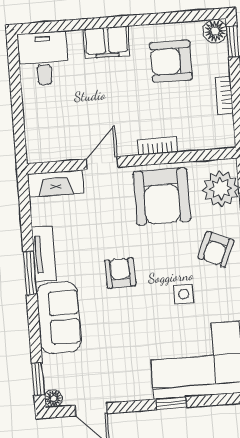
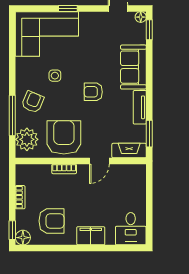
window: (30, 273) -> (149, 134), moved
armchair: (120, 273) -> (93, 92), turned 92

